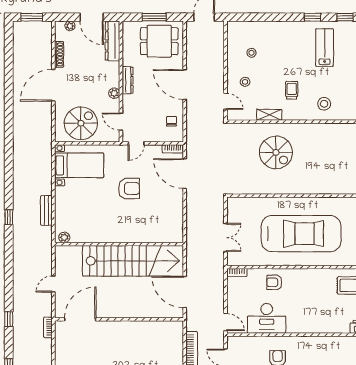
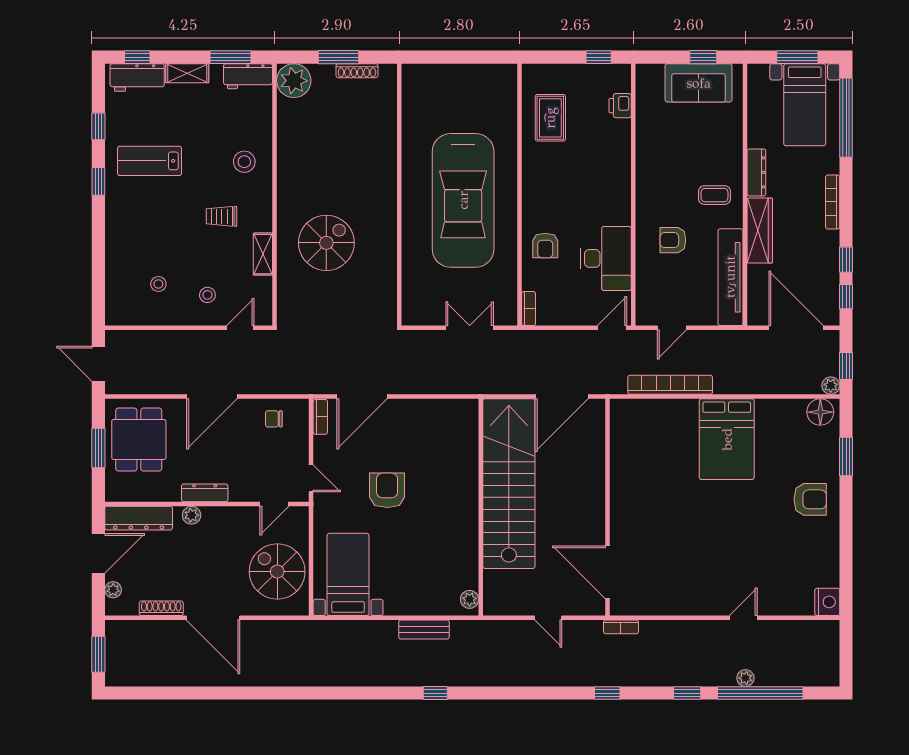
plant: (114, 93) -> (192, 515), moved
car: (301, 234) -> (463, 200), turned 180

